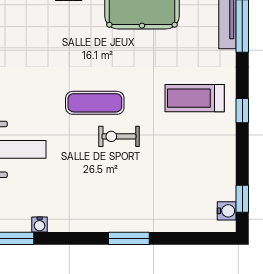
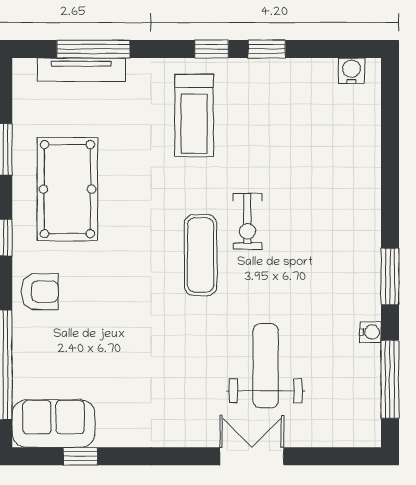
window: (242, 199) -> (267, 49), moved
window: (129, 238) -> (390, 276), moved

